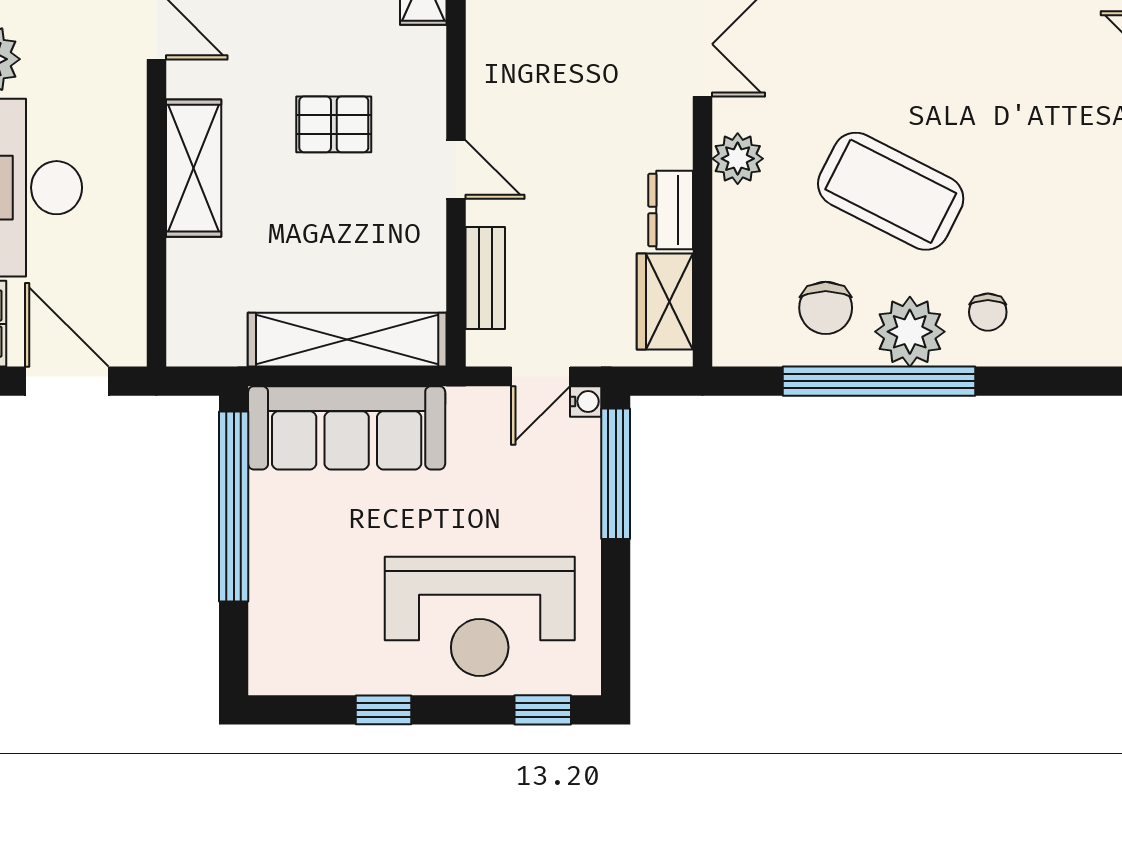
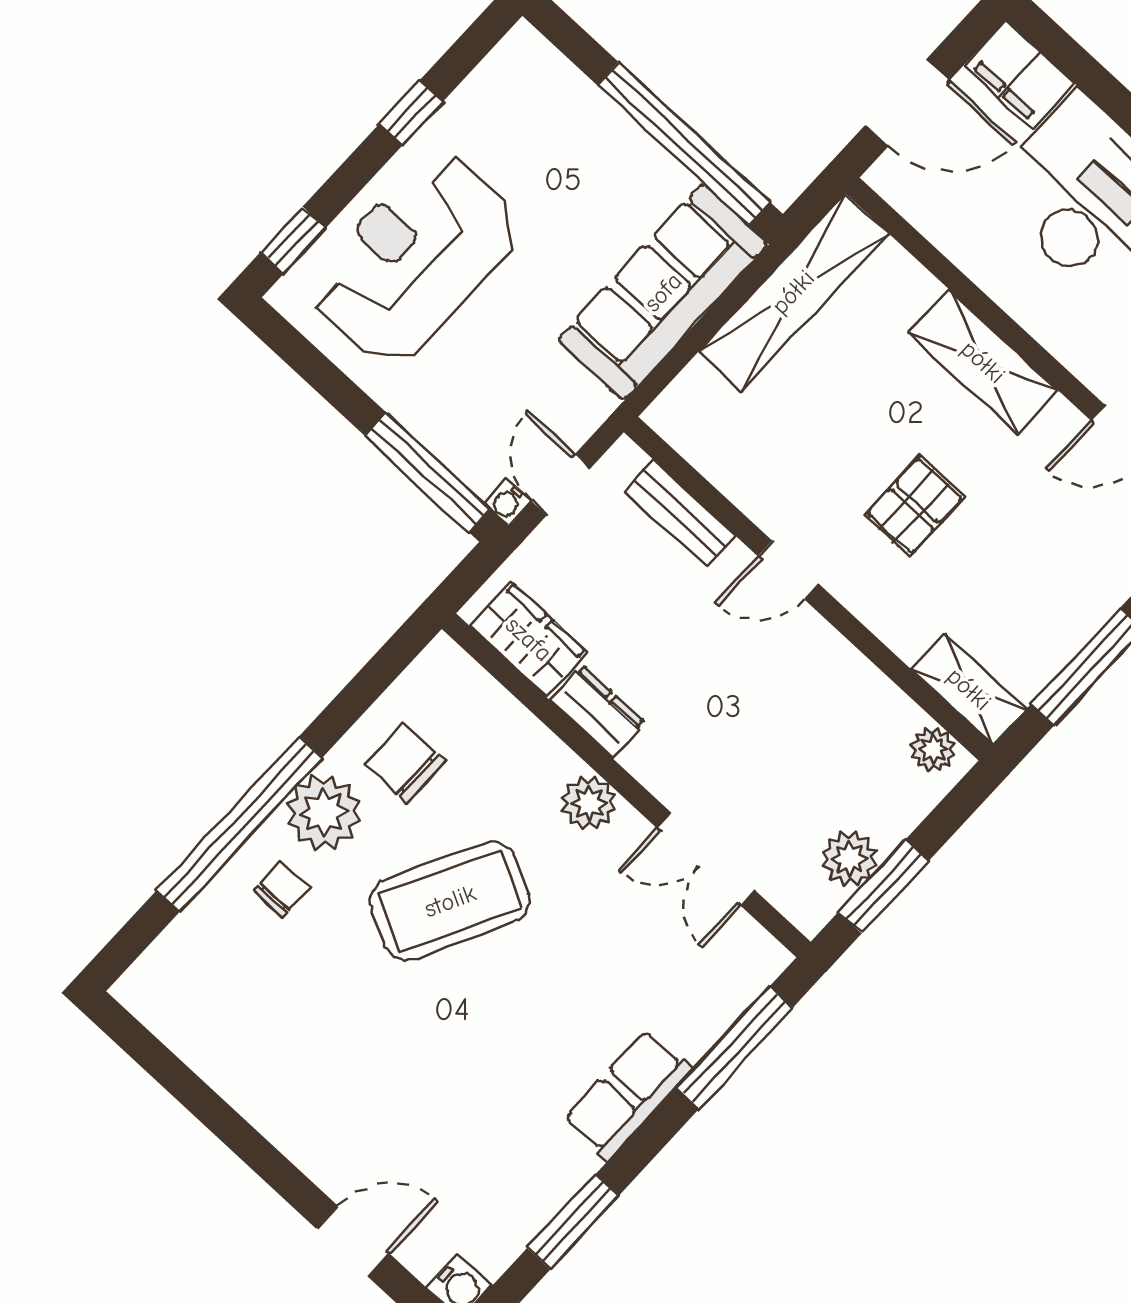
chair: (988, 312) -> (282, 889), turned 90
shelving: (347, 340) -> (793, 292), moved
window: (879, 381) -> (239, 824), moved

